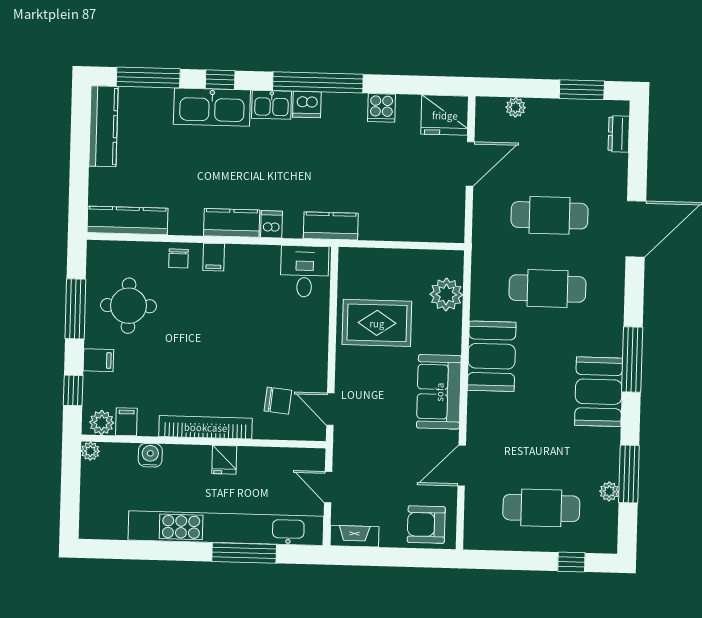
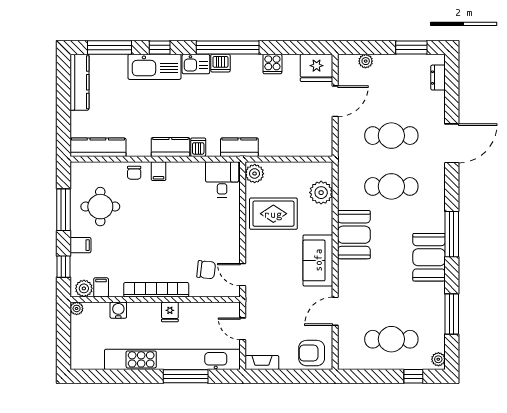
plant: (351, 264) -> (255, 174), added
plant: (609, 491) -> (438, 359), moved

